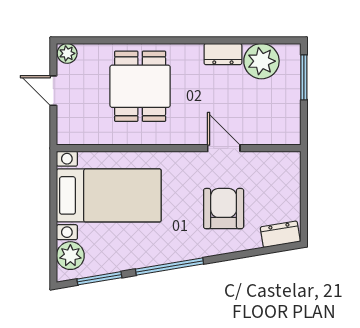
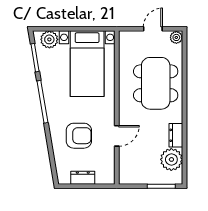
dining table: (140, 86) -> (156, 83), width x1.38
dresser: (280, 234) -> (83, 178), moved, turned -80

